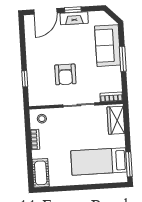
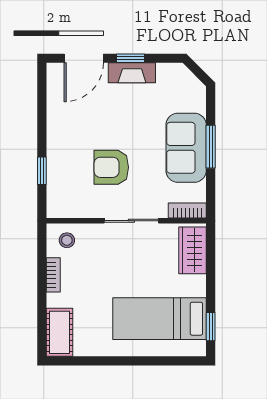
sofa: (108, 46) -> (186, 148), moved
armchair: (65, 74) -> (111, 167), turned 90
window: (129, 164) -> (211, 327), width x0.67

